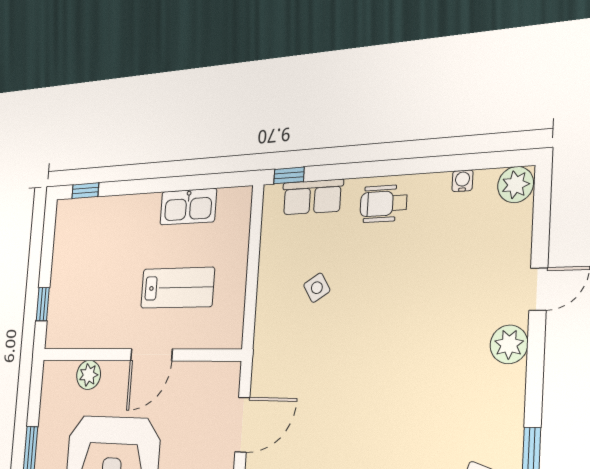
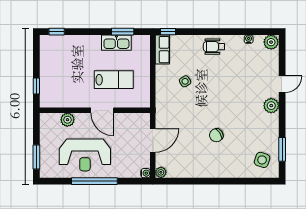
window: (201, 182) -> (123, 32), added
row of seats: (312, 197) -> (162, 50), moved, turned -90
door: (151, 355) -> (102, 110), hinge flipped
chair: (377, 417) -> (216, 135), added

